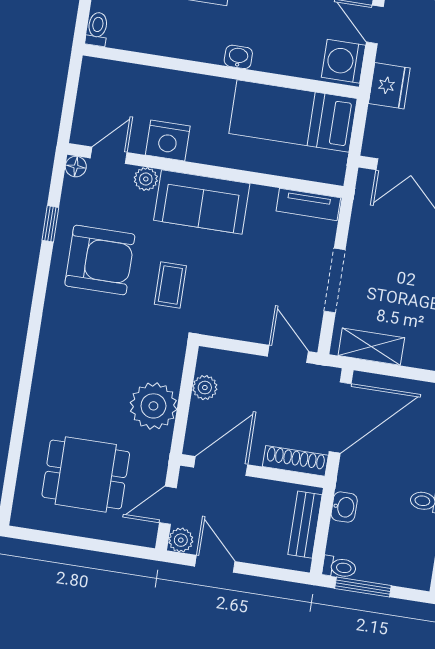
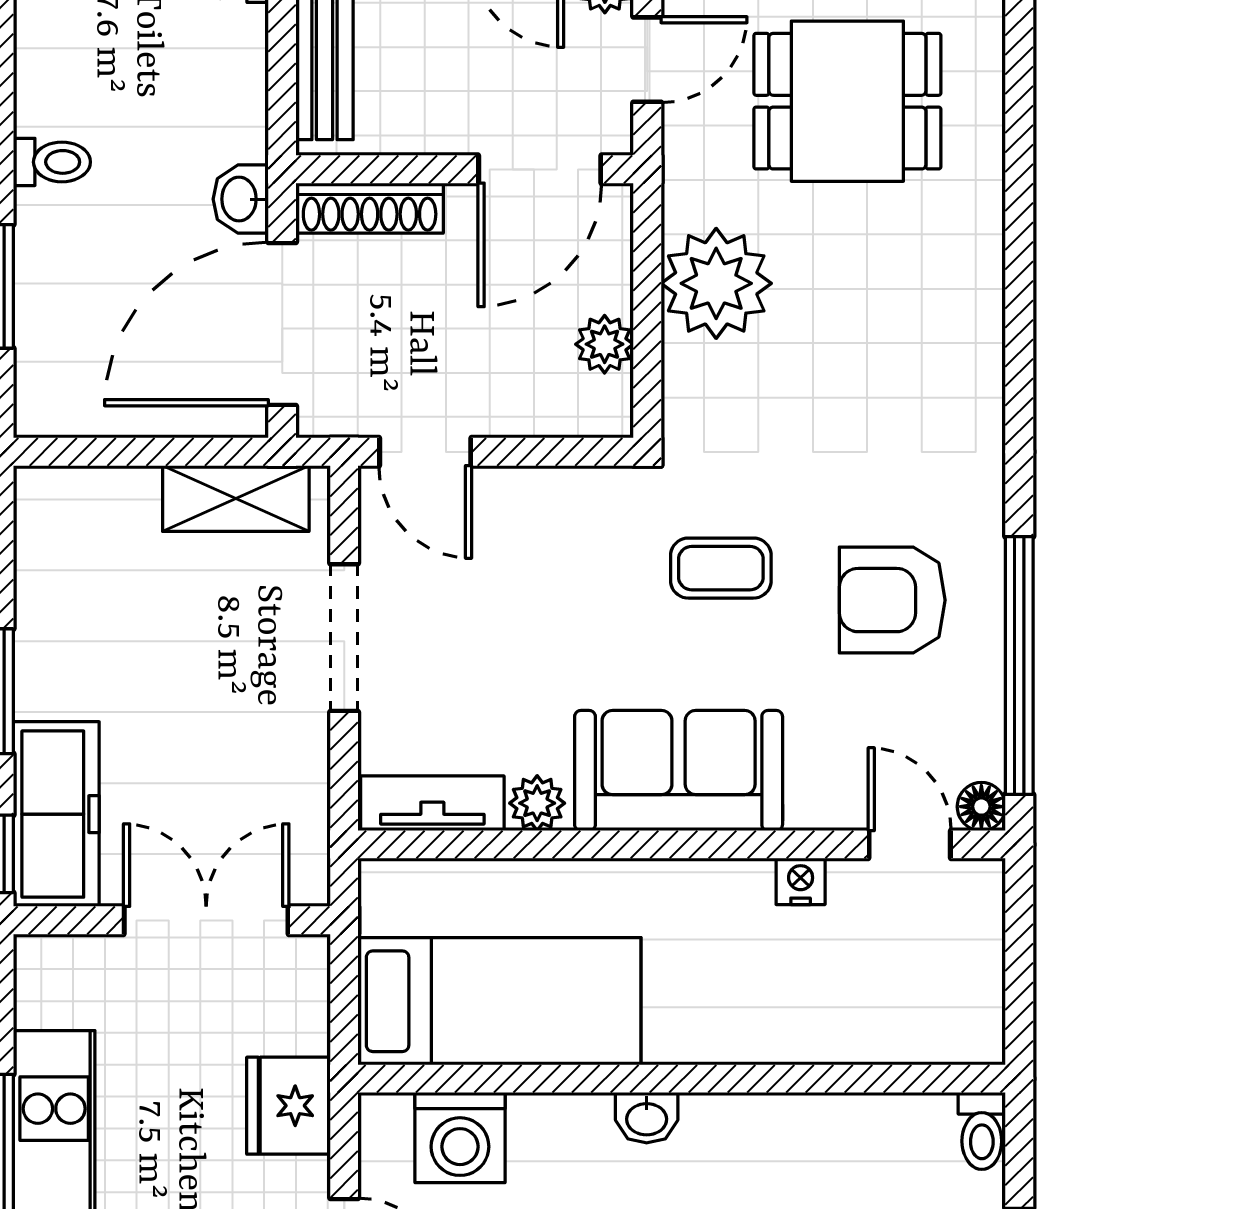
washing machine: (343, 61) -> (460, 1138), moved, turned 90
nightstand: (168, 141) -> (801, 881), width x0.53, depth x0.56
door: (109, 155) -> (910, 844), swing flipped
plant: (146, 179) -> (537, 803), moved
window: (50, 224) -> (1019, 666), width x3.17
armchair: (100, 260) -> (892, 600), width x0.73, depth x0.73
coffee table: (170, 285) -> (721, 568), turned 90
washbasin: (344, 507) -> (241, 199), moved

